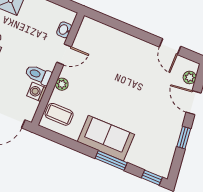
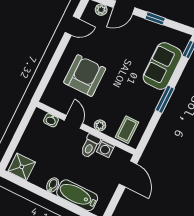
armchair: (116, 64) -> (85, 76), added
sofa: (106, 138) -> (162, 66), moved
window: (111, 161) -> (165, 99), moved

